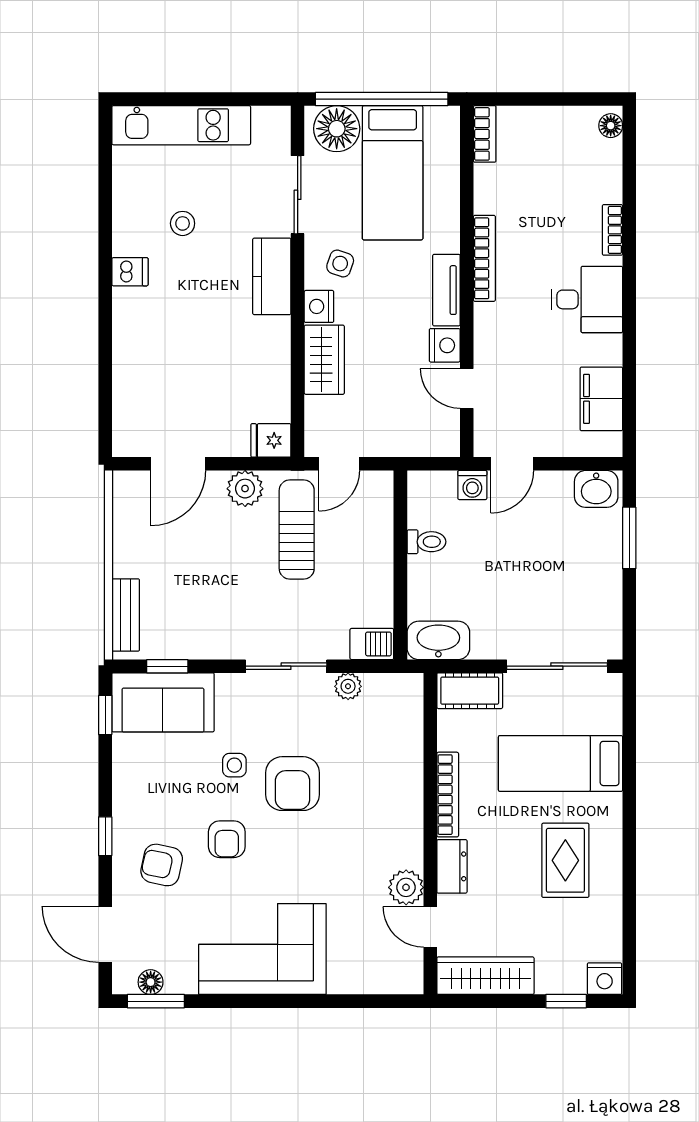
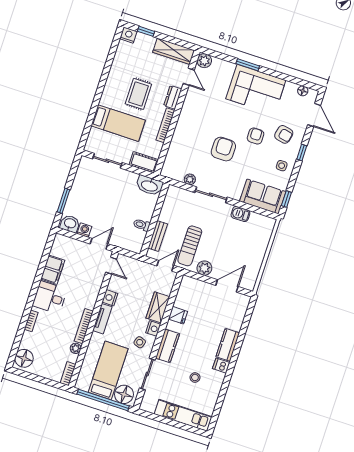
floor lamp: (611, 126) -> (24, 358), width x1.89, depth x1.89
plant: (486, 200) -> (76, 348), added
kitchen counter: (131, 326) -> (228, 345), added
door: (467, 388) -> (111, 266), moved
filing cabinet: (601, 399) -> (53, 270), moved
fridge: (271, 440) -> (178, 315), moved
washing machine: (472, 485) -> (84, 230), moved
bench: (126, 615) -> (158, 236), moved
barbecue: (372, 644) -> (240, 214), moved
window: (167, 666) -> (257, 210), removed
sliding door: (557, 666) -> (107, 161), width x0.73
side table: (234, 765) -> (282, 166), moved
rug: (565, 860) -> (138, 94), moved
plant: (406, 887) -> (204, 61), moved
window: (156, 1001) -> (248, 65), moved

